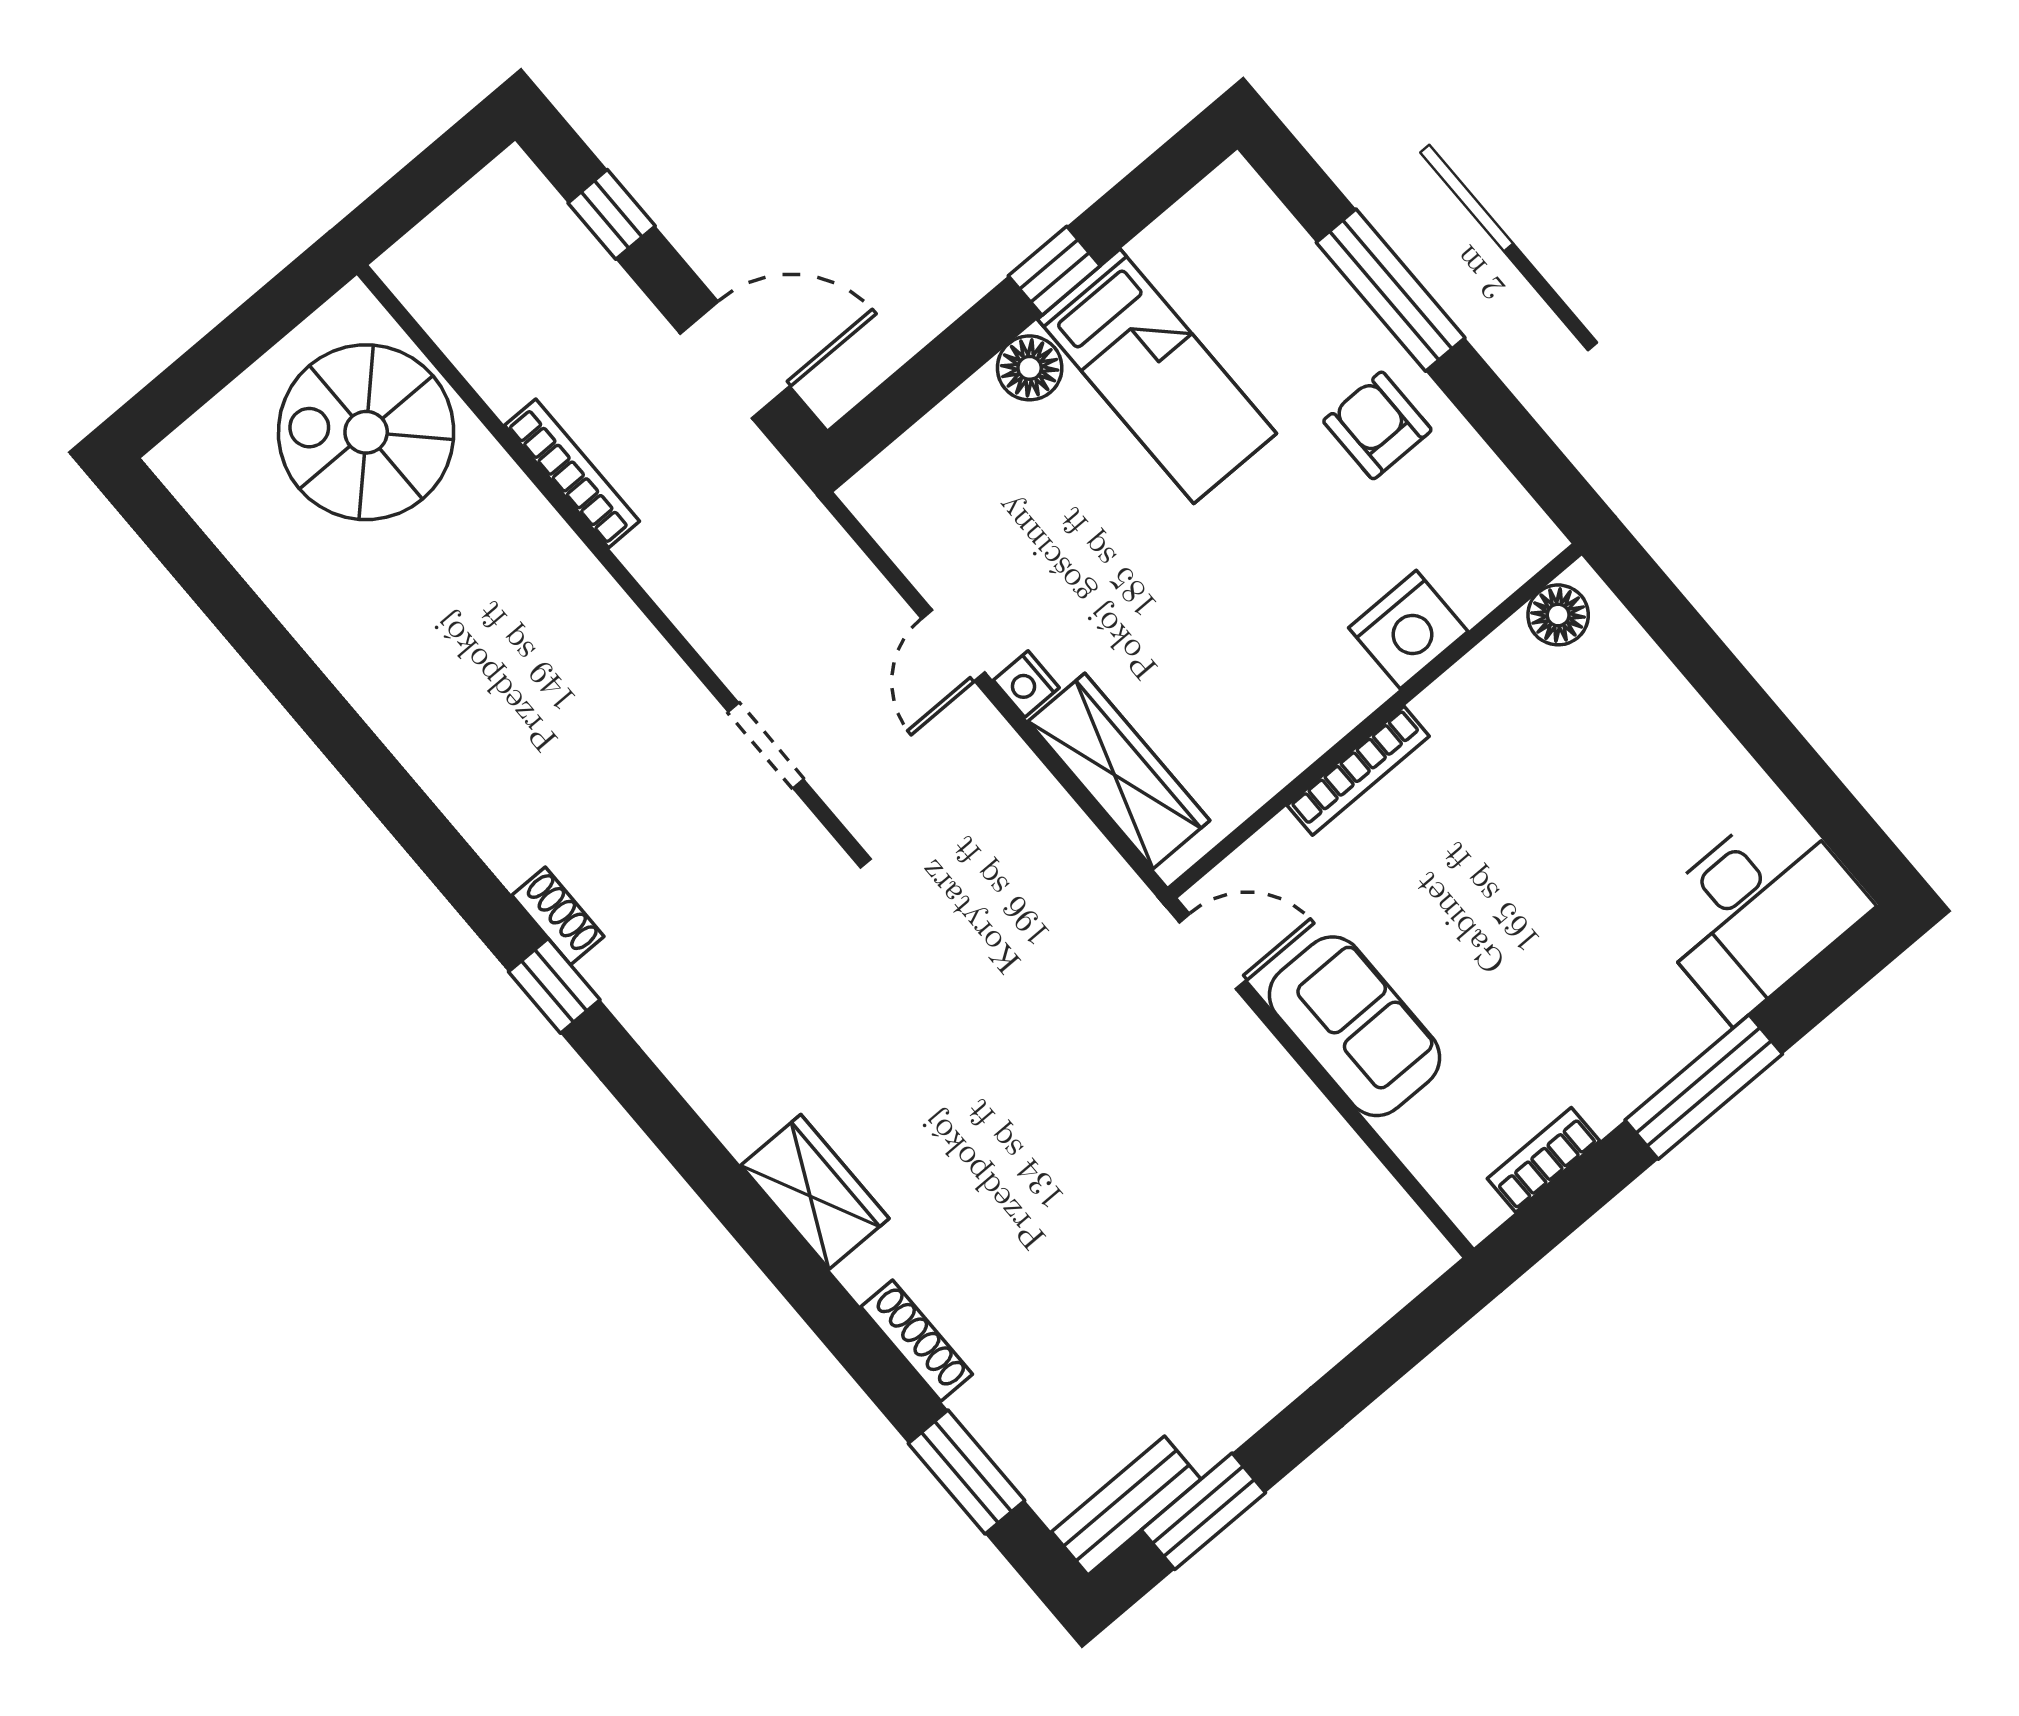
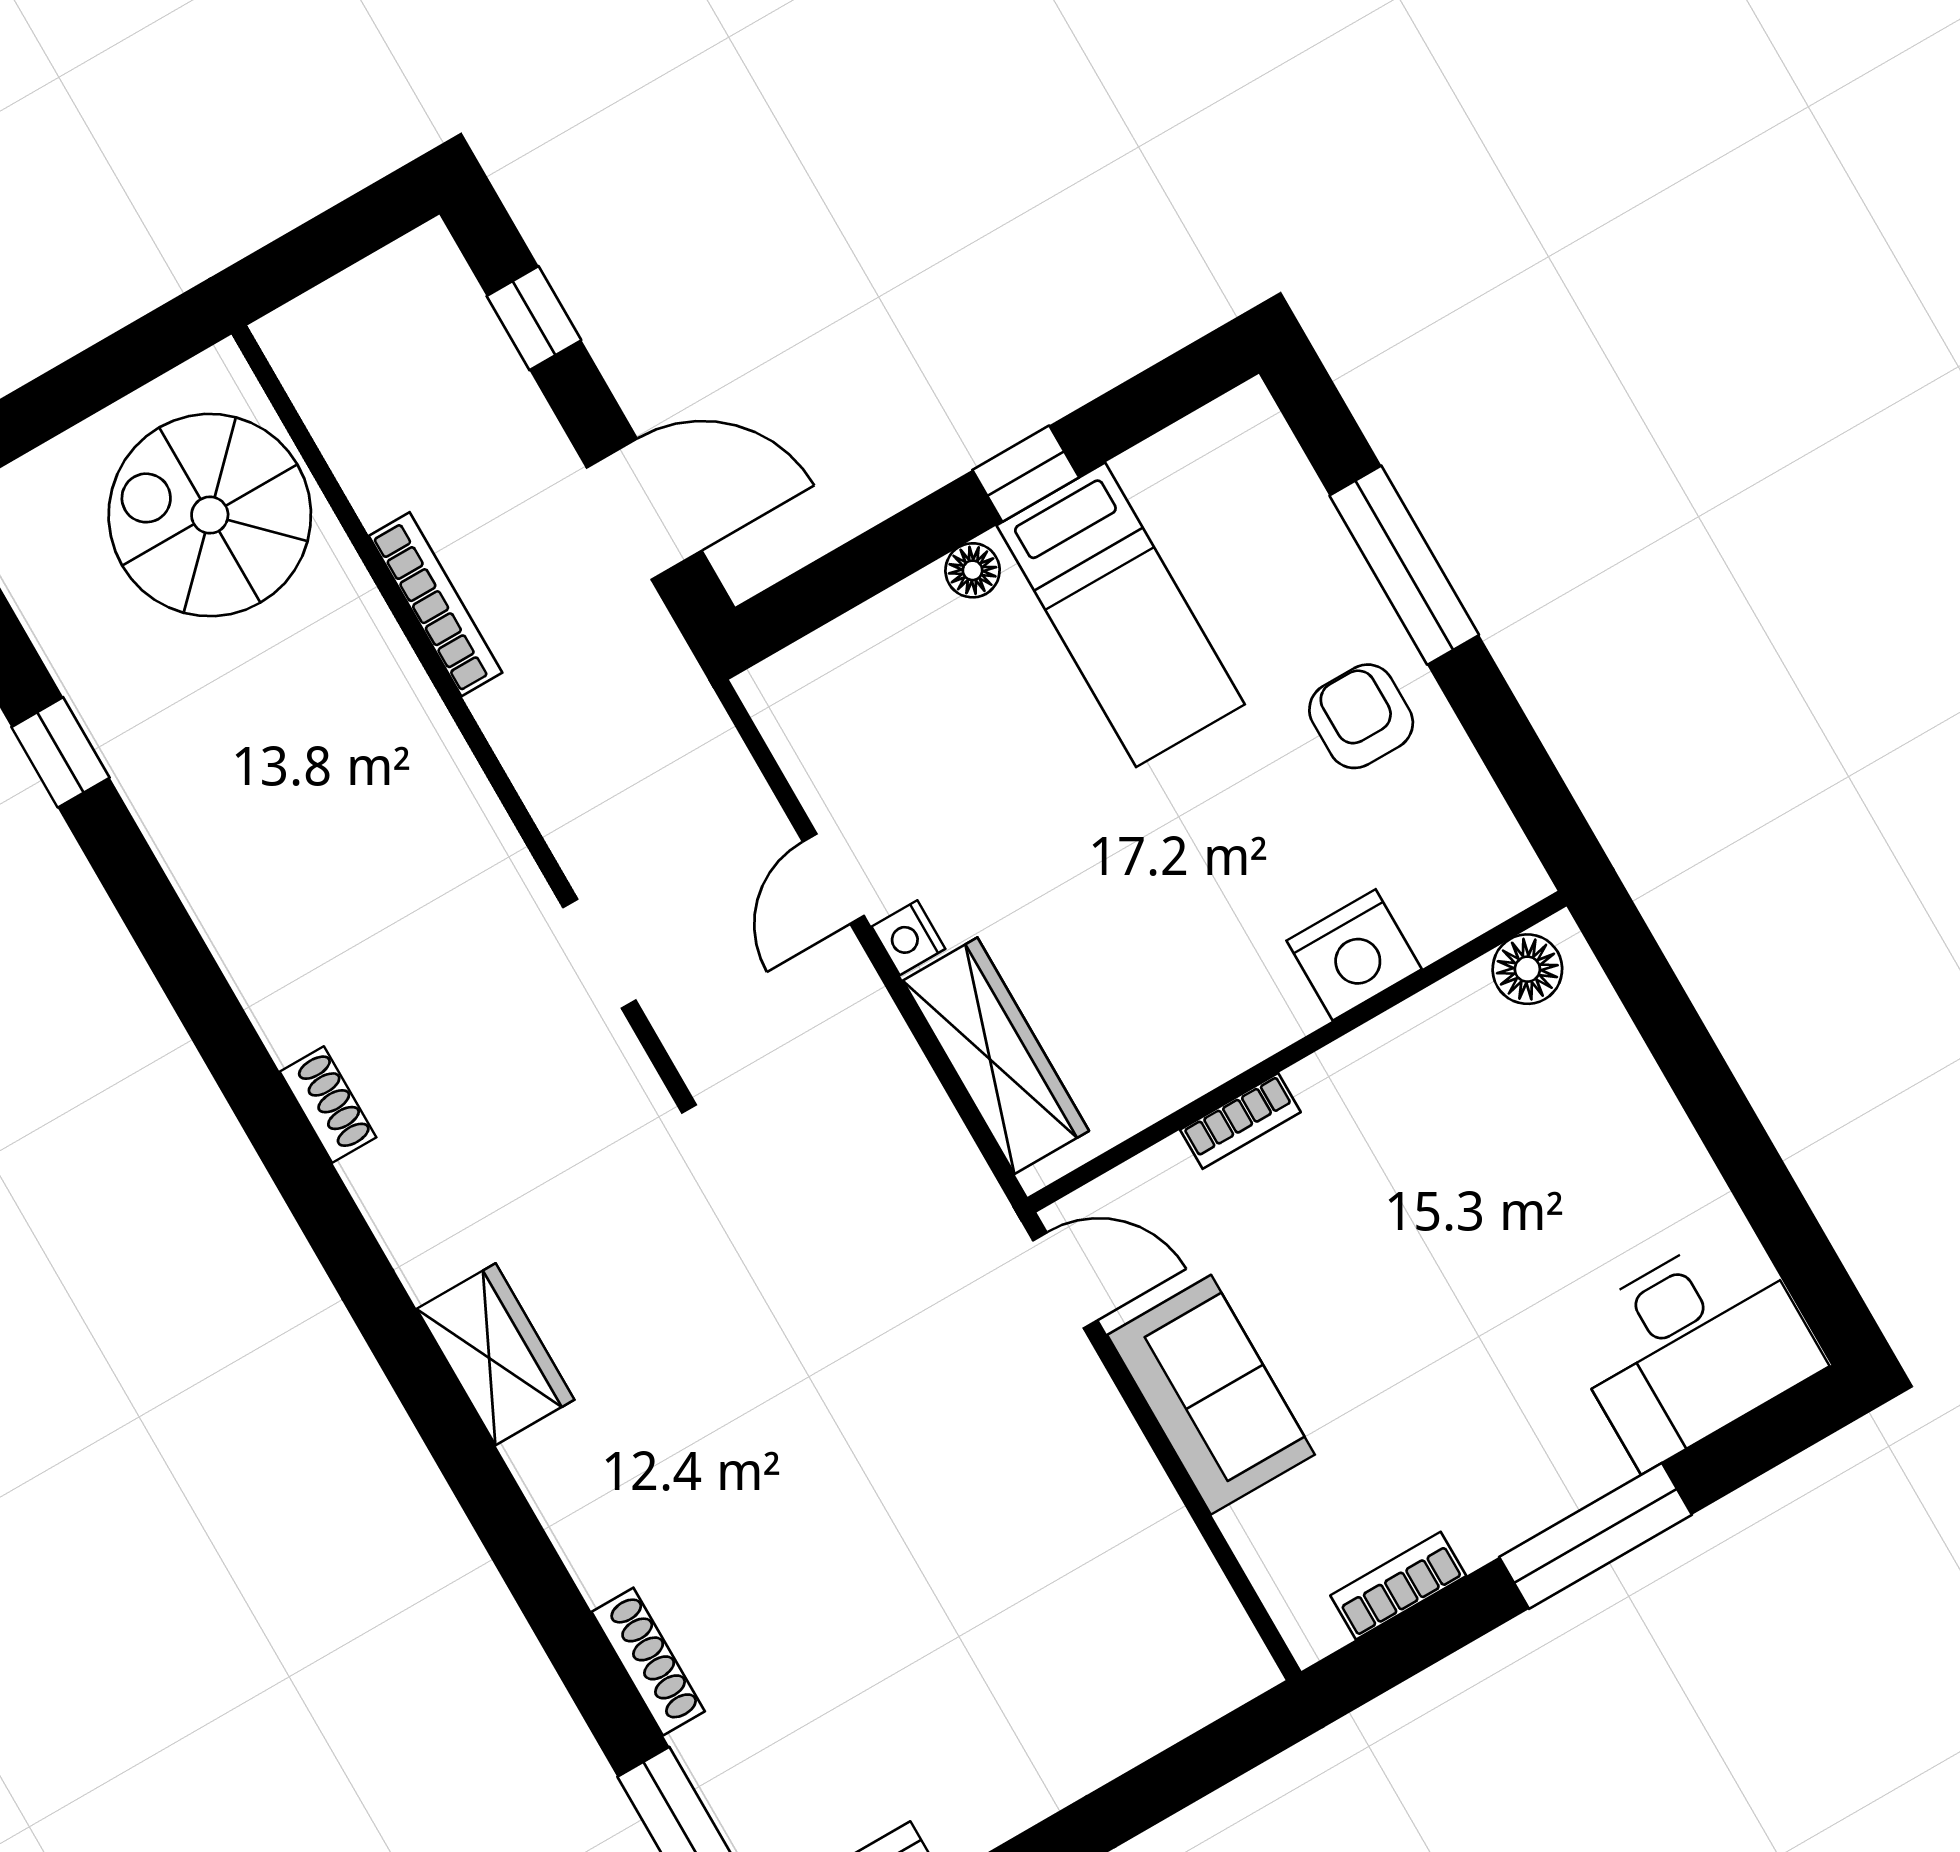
floor lamp: (1030, 368) -> (973, 570), width x0.73, depth x0.73
bookcase: (1358, 771) -> (1240, 1121), width x0.64
window: (554, 986) -> (60, 752), moved
wardrobe: (815, 1192) -> (495, 1354), moved

